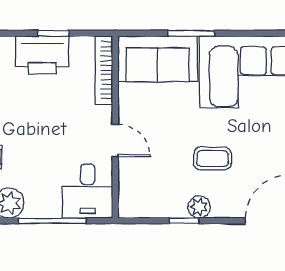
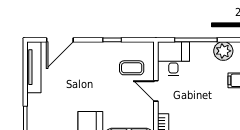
coffee table: (212, 159) -> (132, 68), moved
plant: (199, 207) -> (103, 49), removed

